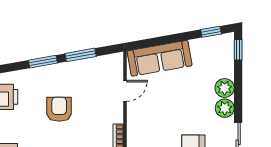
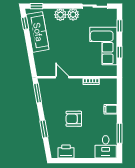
window: (81, 55) -> (37, 93), moved
sofa: (160, 58) -> (38, 32), moved

